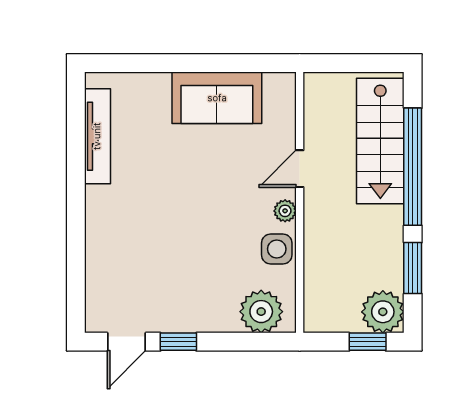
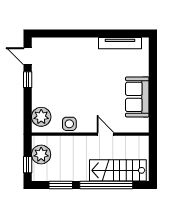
plant: (285, 211) -> (86, 128), removed
plant: (383, 312) -> (41, 155), moved

